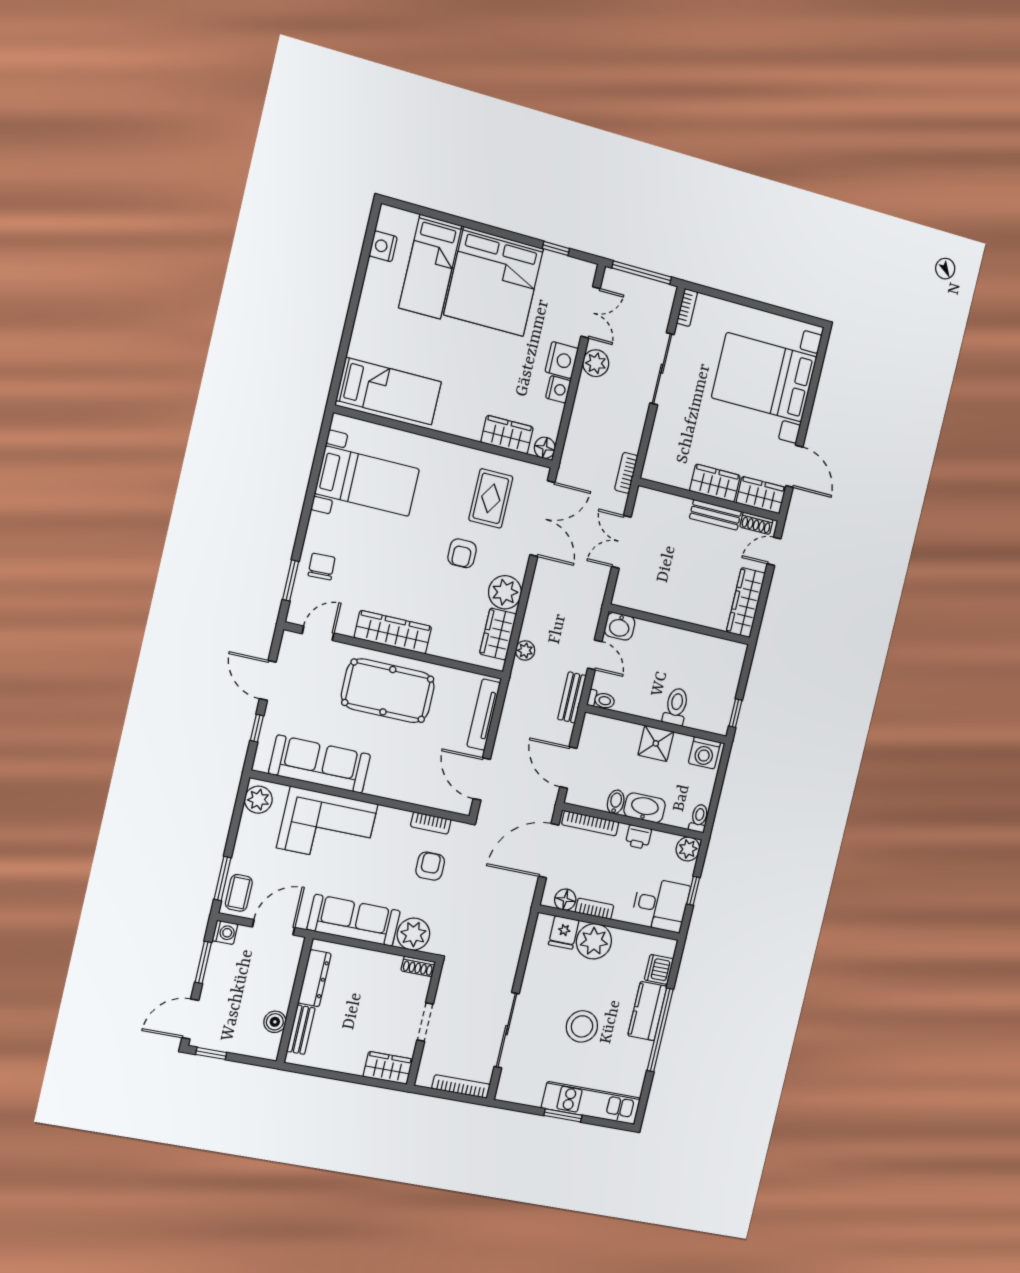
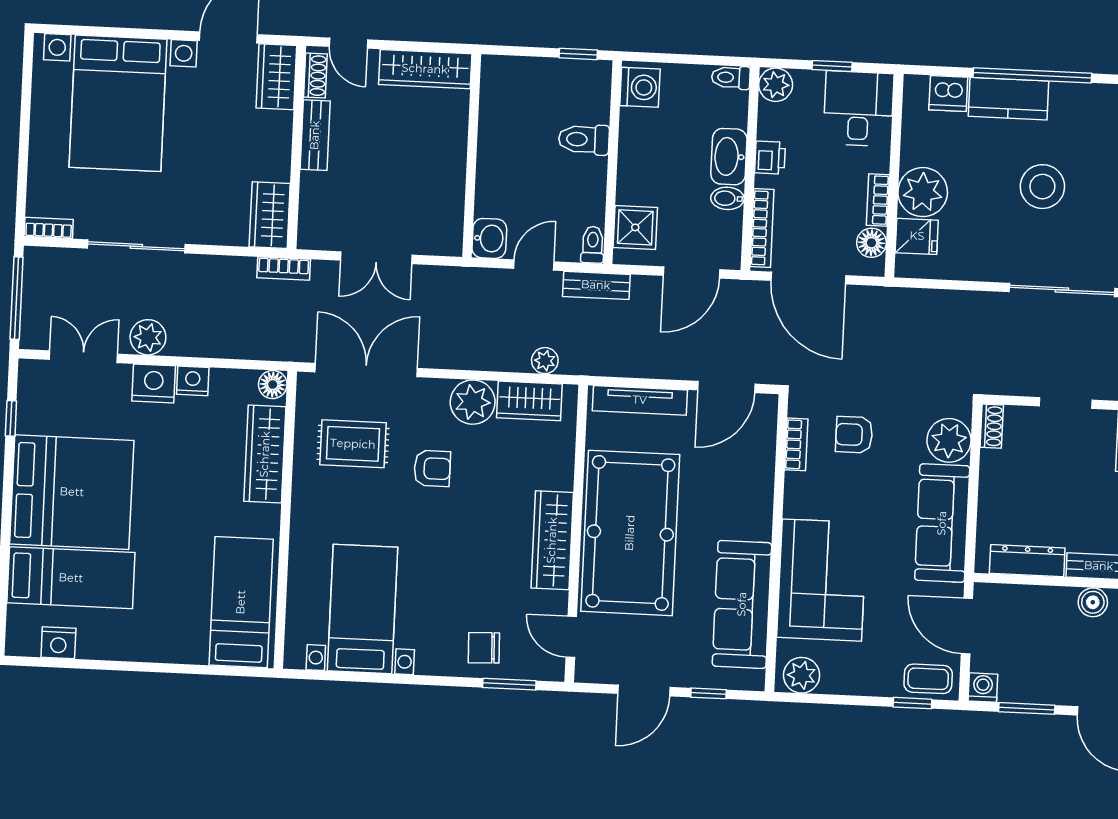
wardrobe: (507, 435) -> (265, 454), width x1.50
wardrobe: (715, 483) -> (270, 215), moved
pool table: (388, 691) -> (630, 533), width x1.36, depth x1.32
shower: (656, 743) -> (635, 227), moved
window: (222, 879) -> (912, 703), width x0.67

